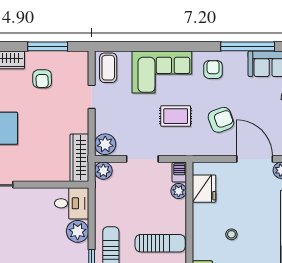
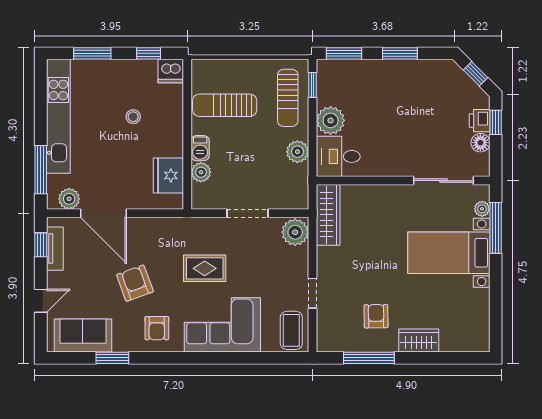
window: (248, 46) -> (112, 358), width x0.47
armchair: (221, 120) -> (135, 283), moved, turned 90
plant: (103, 171) -> (297, 152), moved
barbecue: (179, 172) -> (200, 148), moved

